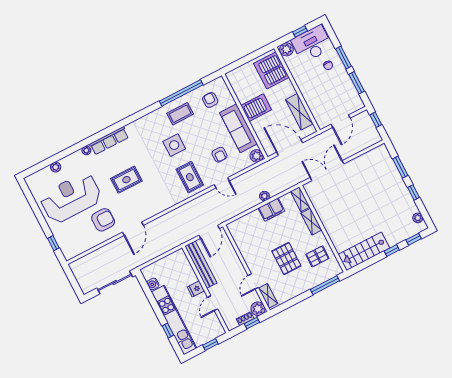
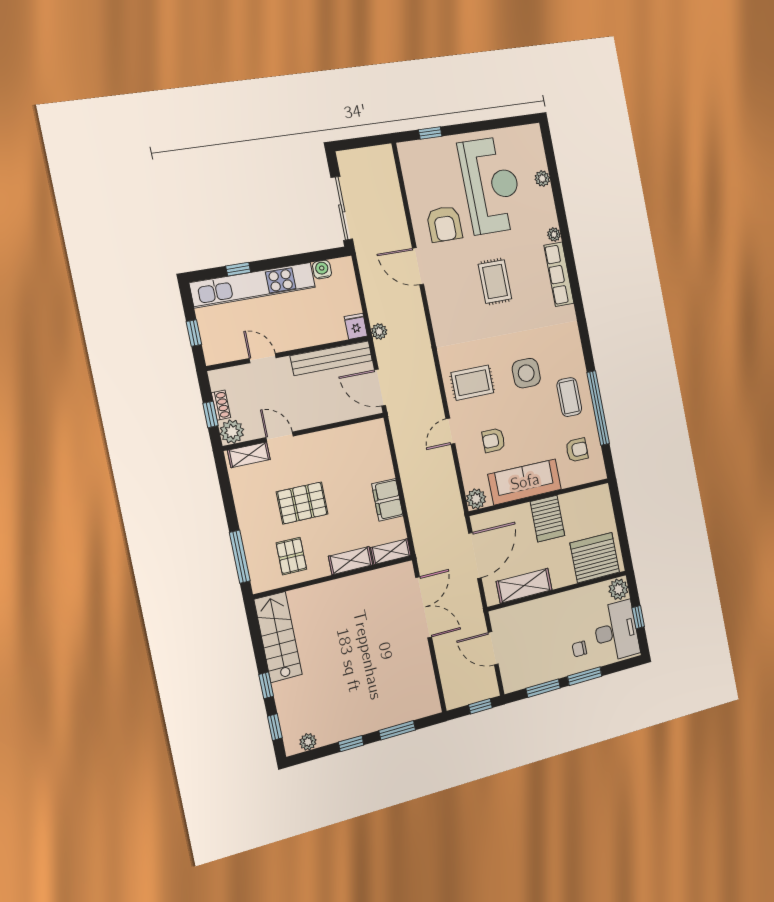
plant: (264, 196) -> (379, 331), moved
fridge: (196, 289) -> (356, 326), moved

